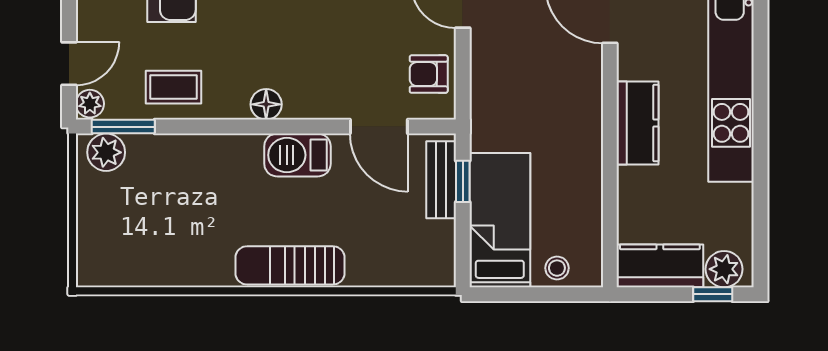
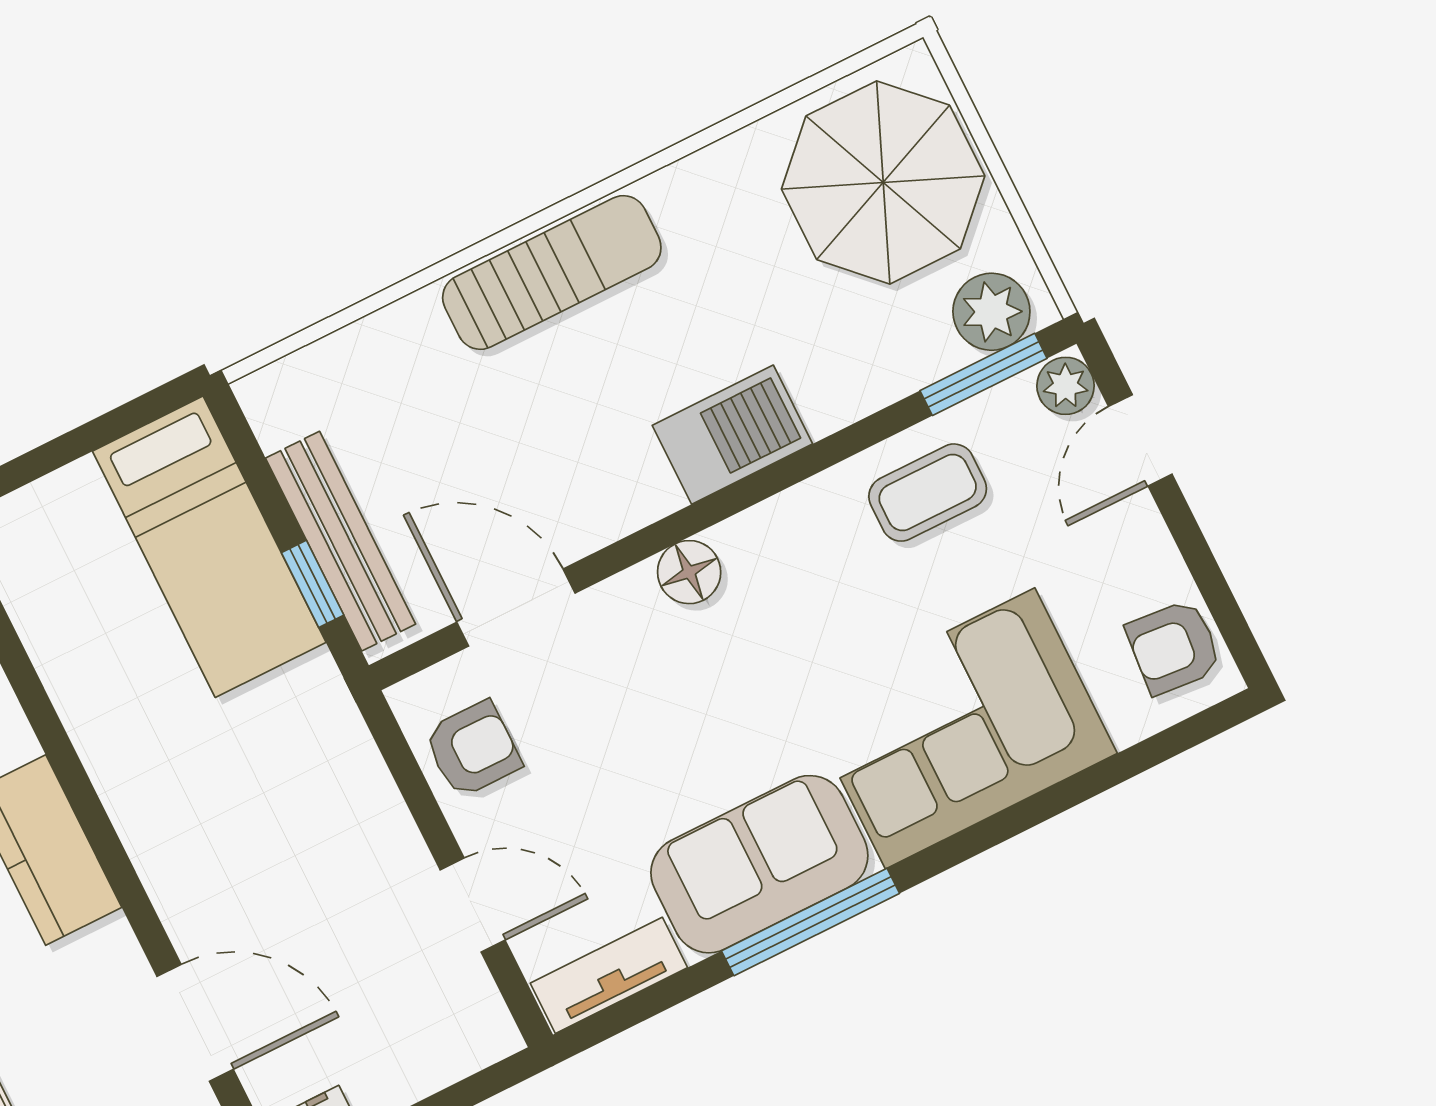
floor lamp: (266, 104) -> (689, 572), moved
barbecue: (297, 155) -> (732, 435), moved
bench: (441, 180) -> (341, 541), width x1.36
parasol: (125, 232) -> (883, 182), added
stool: (557, 268) -> (61, 511), removed

